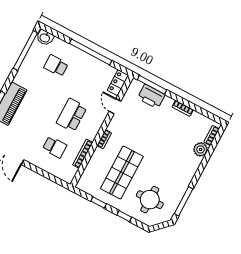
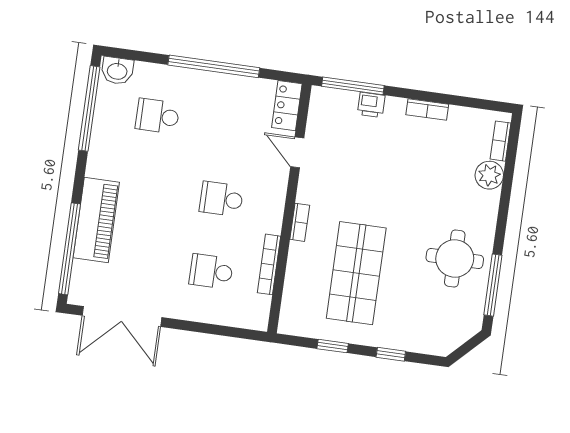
printer: (151, 96) -> (371, 105), width x0.53, depth x0.68
school desk: (72, 115) -> (221, 199), width x0.54
school desk: (55, 147) -> (211, 271), turned 180
round table: (150, 200) -> (455, 258), moved

